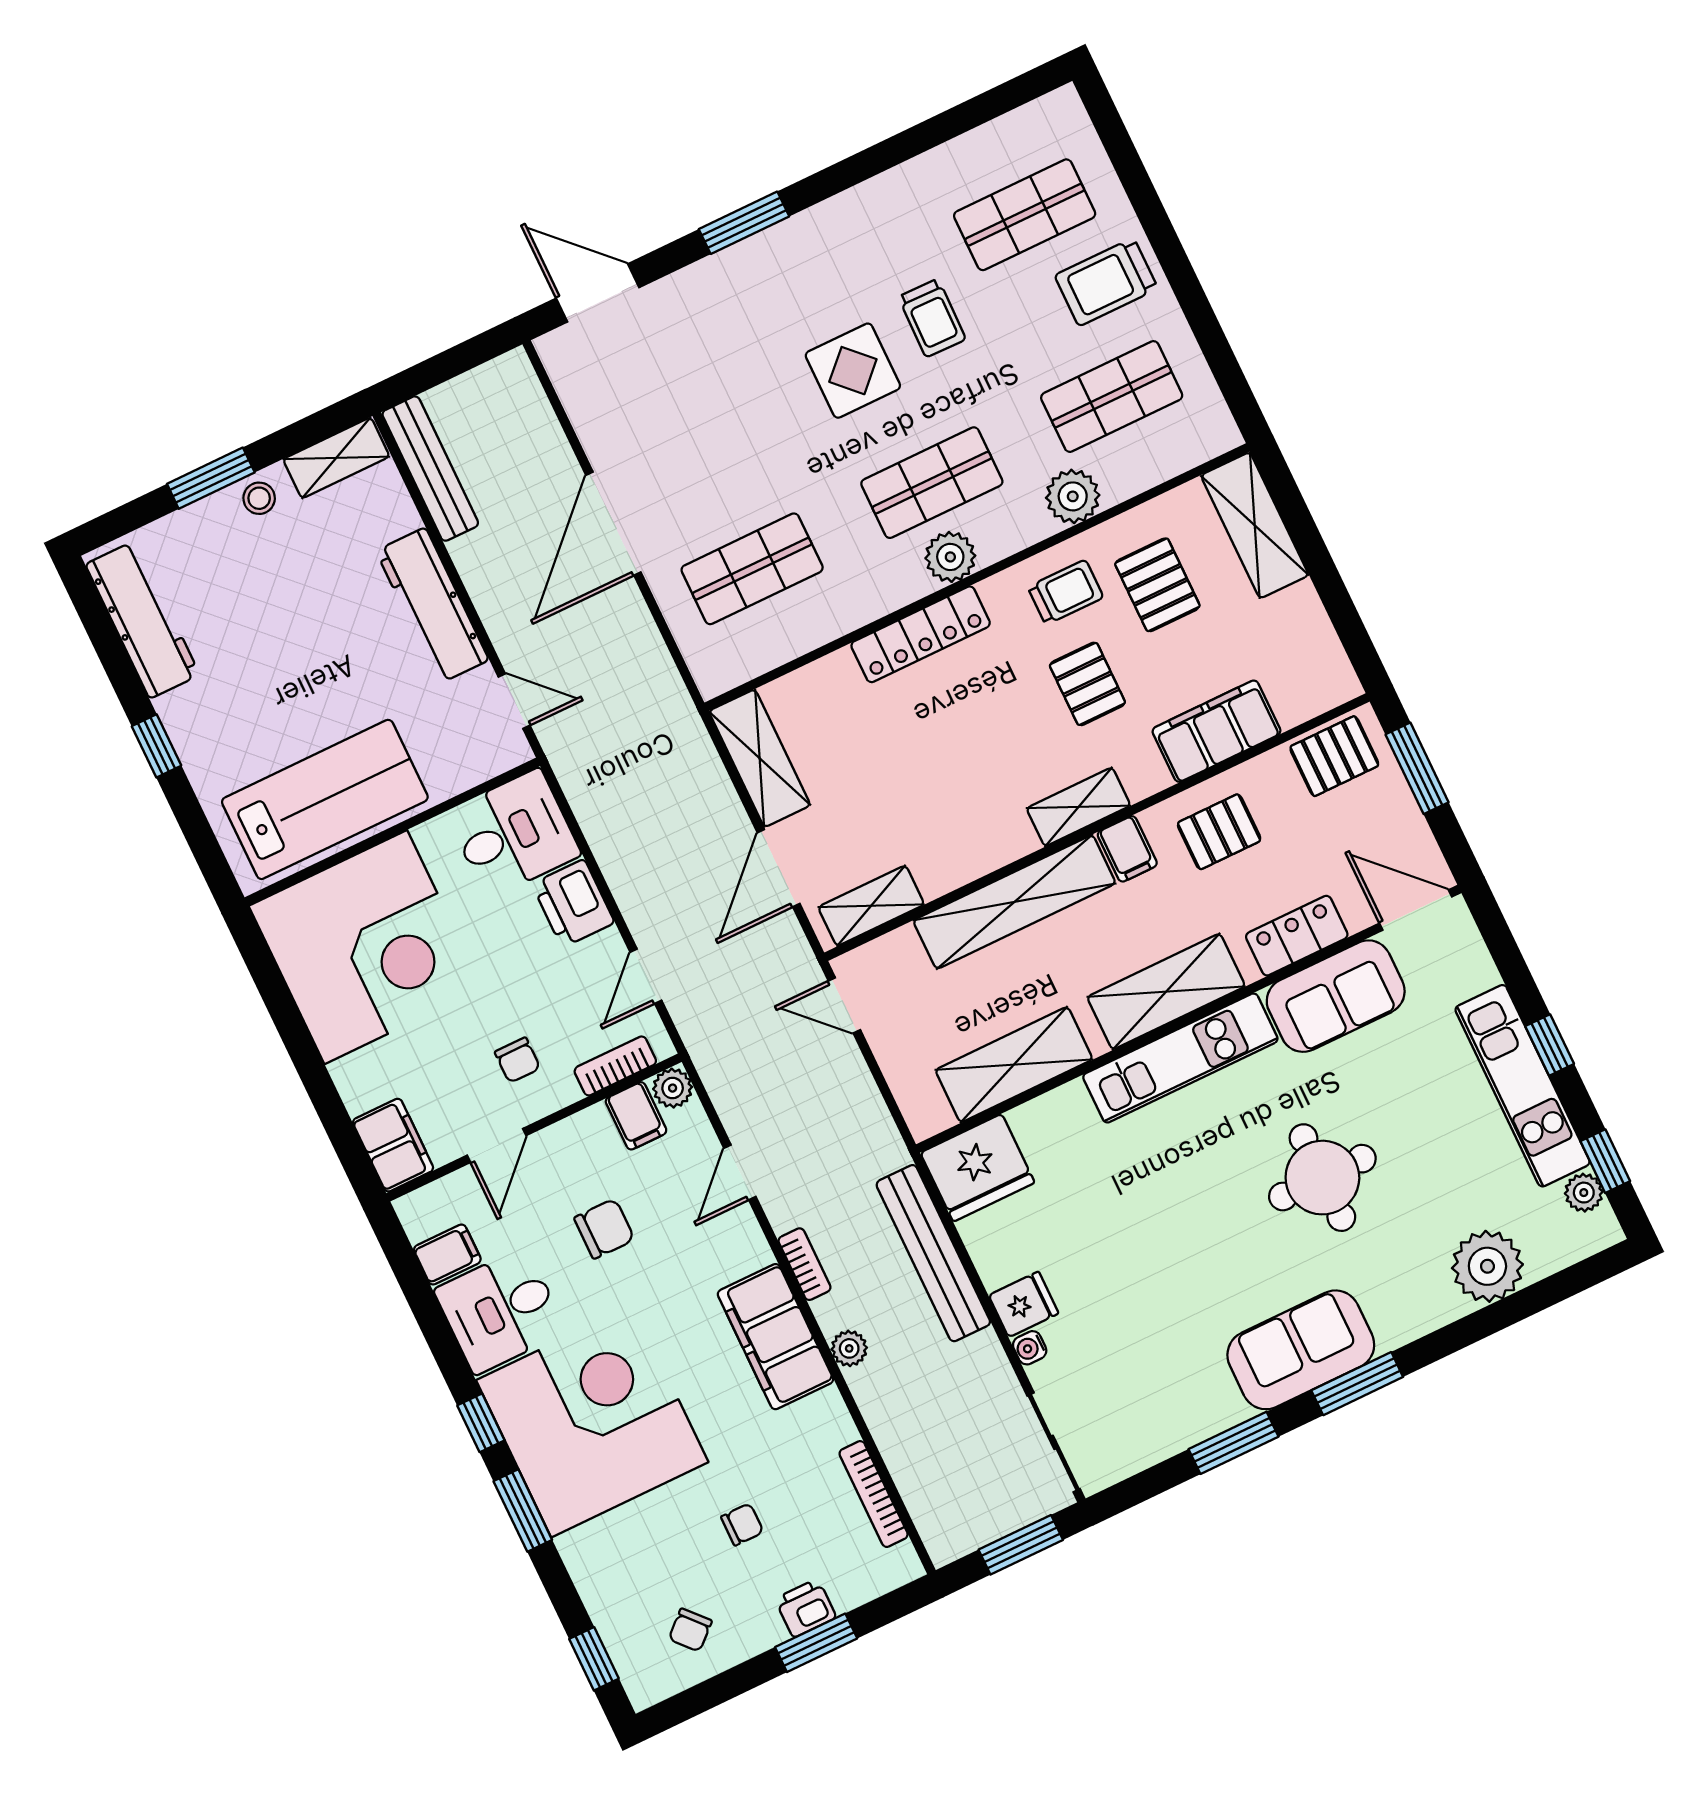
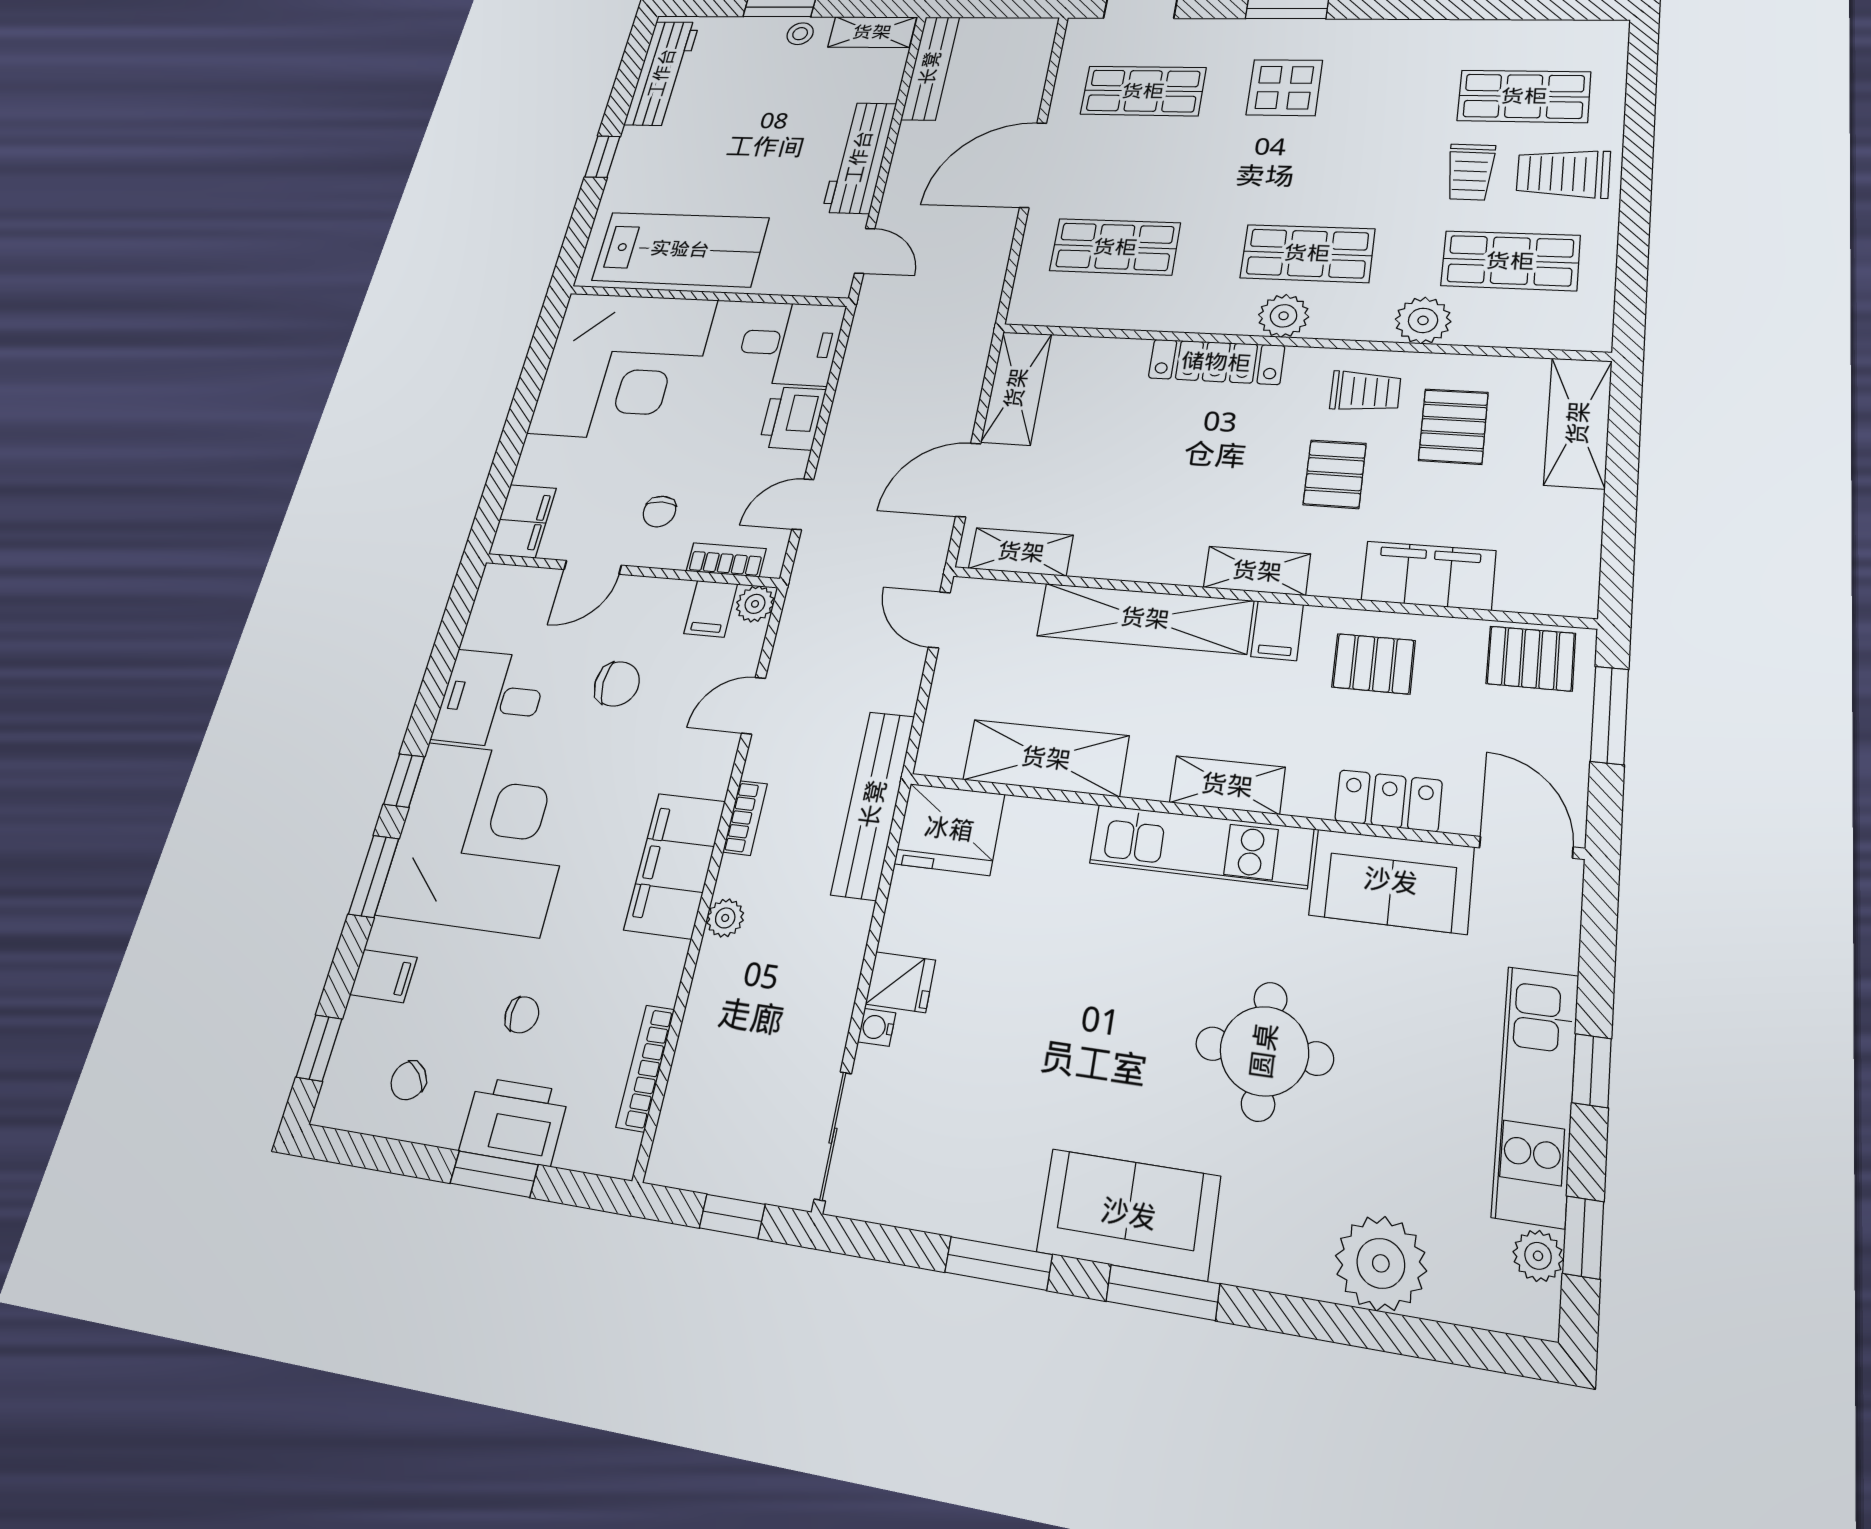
trolley: (932, 318) -> (1470, 172), moved
display table: (853, 371) -> (1284, 88), moved
shop shelf: (665, 387) -> (1143, 91), added
shelving: (1166, 992) -> (1227, 785), width x0.67, depth x0.75
bench: (933, 1253) -> (873, 804), moved
filing cabinet: (447, 1254) -> (383, 976), moved
window: (1021, 1545) -> (732, 1216), width x0.67
printer: (806, 1608) -> (514, 1121), width x1.87, depth x1.48

